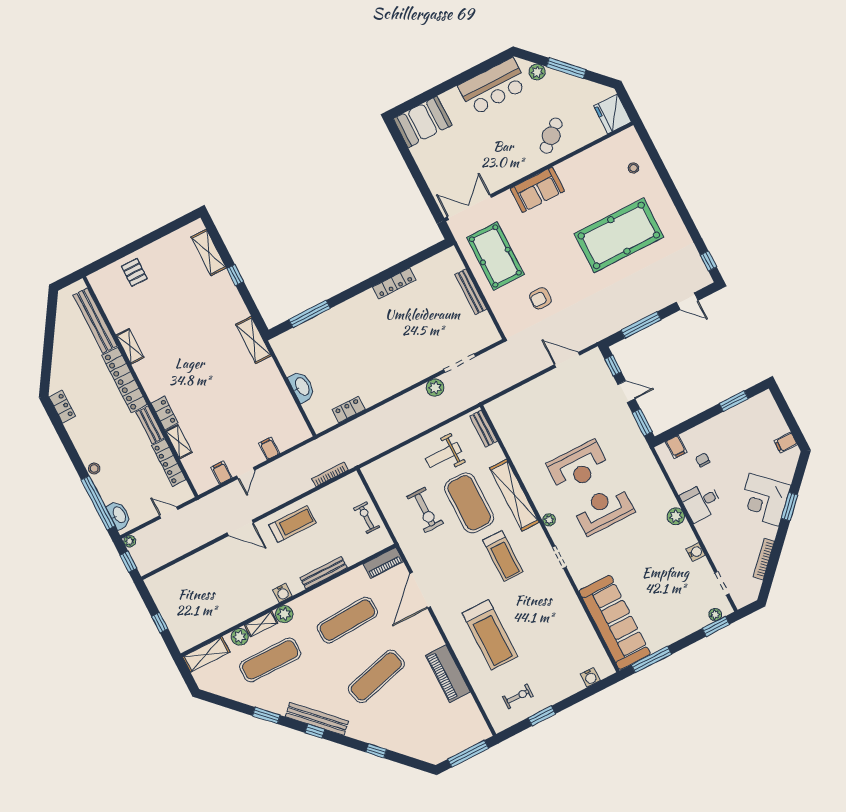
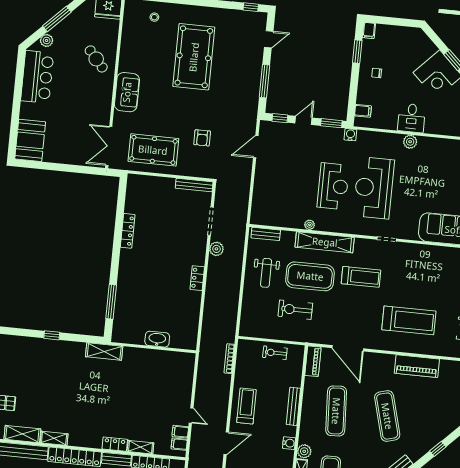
shelving: (209, 253) -> (22, 434), moved
bench: (471, 292) -> (194, 185), moved
locker: (349, 410) -> (197, 278), moved
filing cabinet: (786, 443) -> (369, 30), moved
filing cabinet: (269, 448) -> (179, 444), moved
chair: (703, 460) -> (377, 73), moved
exercise bike: (425, 510) -> (295, 310), turned 180
reception desk: (604, 510) -> (374, 188), width x1.36, depth x1.30
plant: (549, 520) -> (309, 225), moved
water cooler: (696, 552) -> (350, 135), moved

